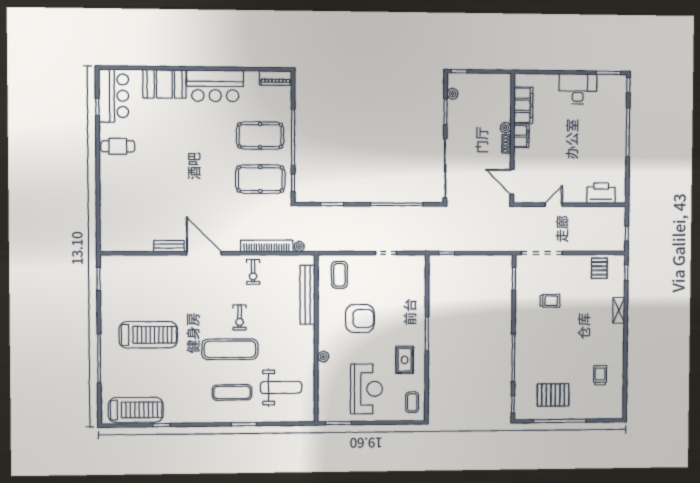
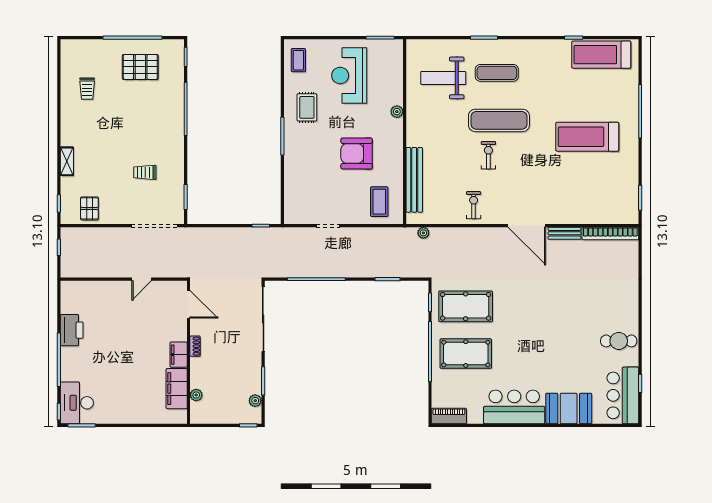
desk: (578, 89) -> (77, 403), moved, turned 90
plant: (506, 128) -> (196, 395), moved
printer: (601, 193) -> (72, 330), moved, turned -90
bookcase: (267, 246) -> (610, 233), moved

